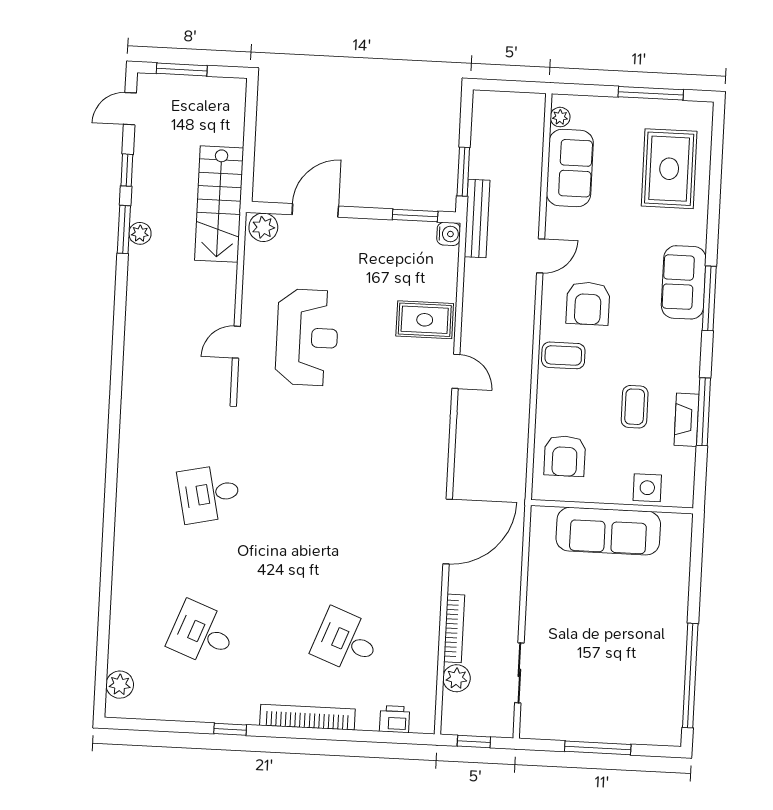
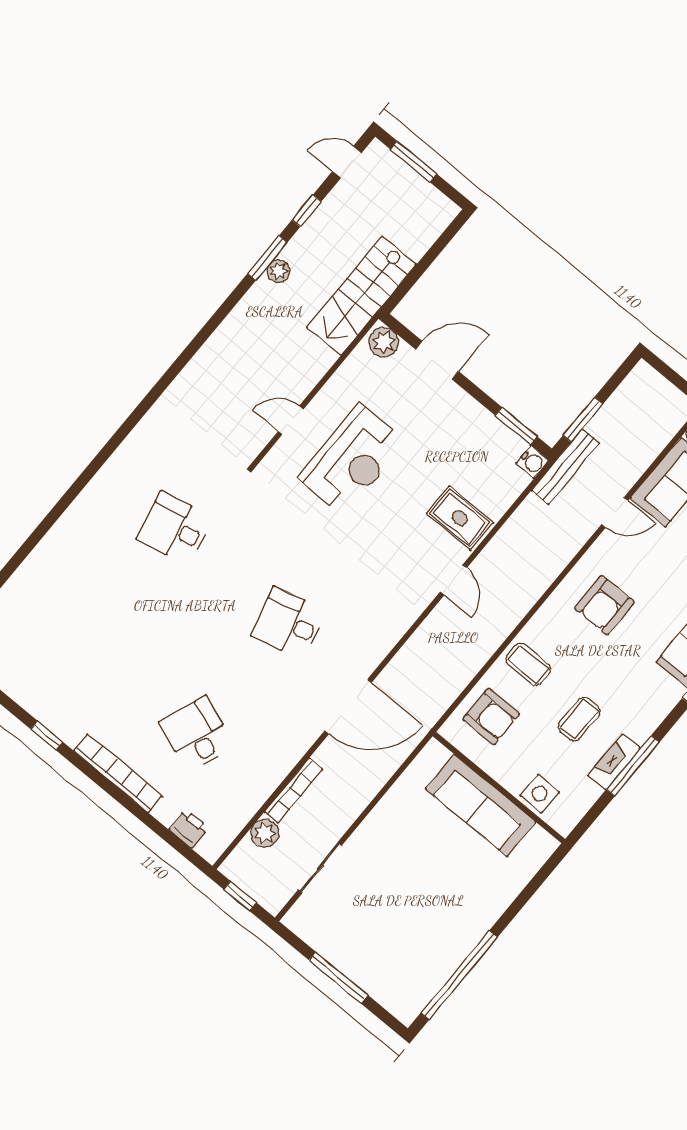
door: (541, 256) -> (615, 512), moved
coffee table: (563, 355) -> (528, 664), moved
armchair: (565, 456) -> (491, 717), turned -90
desk: (202, 634) -> (289, 623), moved, turned -36

